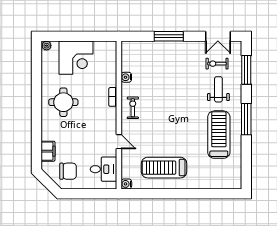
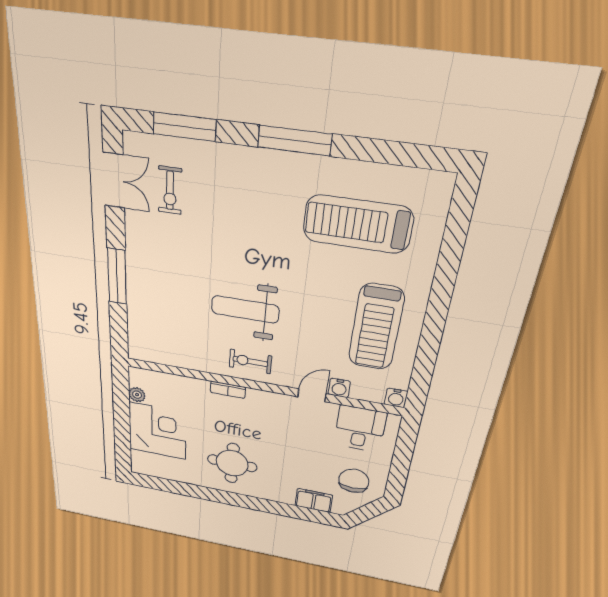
plant: (47, 46) -> (137, 395), moved
water cooler: (126, 77) -> (339, 388), moved
weight bench: (218, 89) -> (245, 309), moved, width x1.36, depth x1.33
treadmill: (219, 135) -> (358, 224), moved

